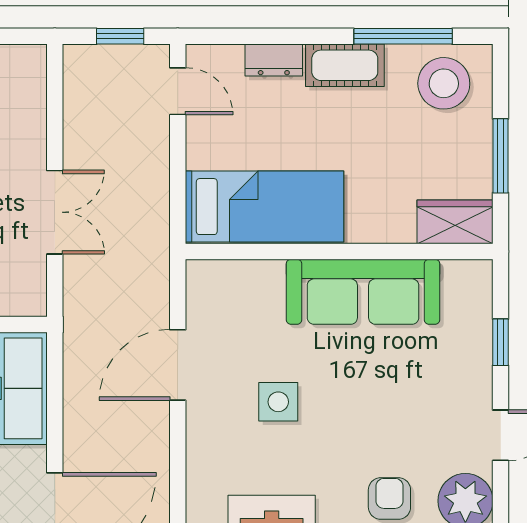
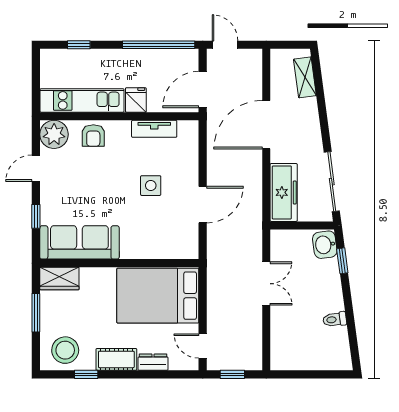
window: (403, 36) -> (86, 374), width x0.46
bed: (264, 207) -> (158, 296), width x1.50
double door: (55, 212) -> (266, 284), swing flipped
sofa: (363, 292) -> (79, 242), moved

